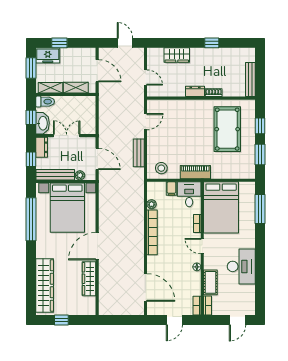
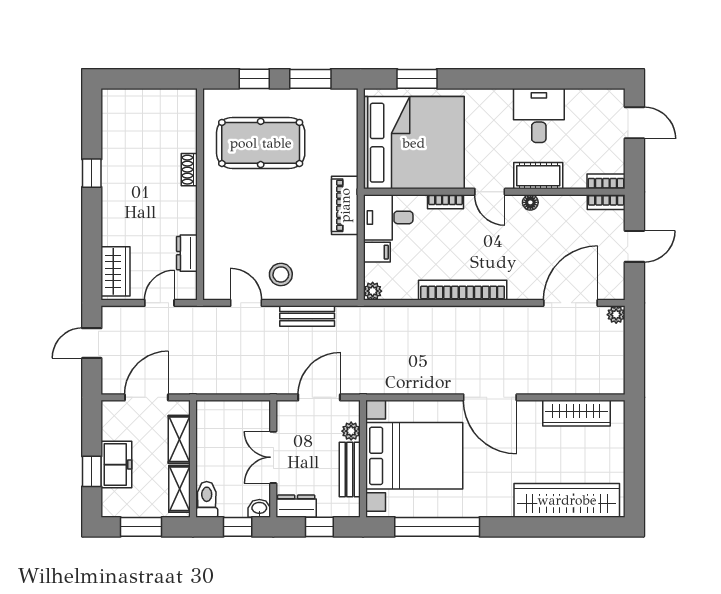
freezer: (48, 55) -> (116, 465), moved
wardrobe: (177, 55) -> (116, 271), moved
bench: (250, 80) -> (164, 98), removed
dresser: (195, 91) -> (187, 253), moved
washbasin: (43, 123) -> (259, 508), width x0.52, depth x0.69
stool: (161, 168) -> (281, 274), moved
bench: (55, 175) -> (350, 470), width x0.73
plant: (152, 204) -> (373, 291), moved
bed: (221, 207) -> (414, 143), width x1.36
window: (260, 209) -> (417, 79), width x0.69
door: (202, 246) -> (490, 192), hinge flipped
desk: (241, 266) -> (539, 115), width x0.73
wardrobe: (89, 279) -> (576, 413), moved
cot: (210, 282) -> (538, 176), moved
plant: (140, 311) -> (616, 315), added
window: (61, 320) -> (634, 467), removed
door: (174, 320) -> (634, 246), hinge flipped

